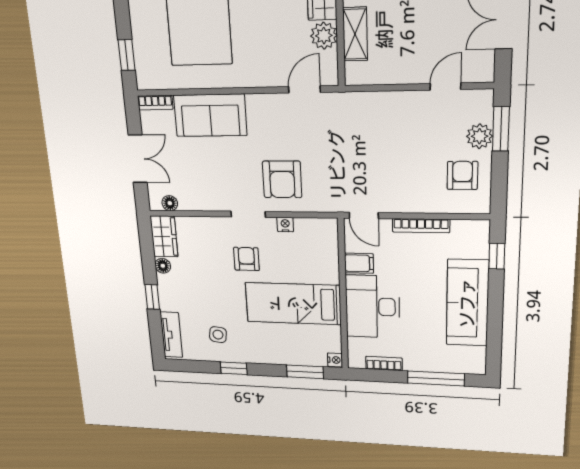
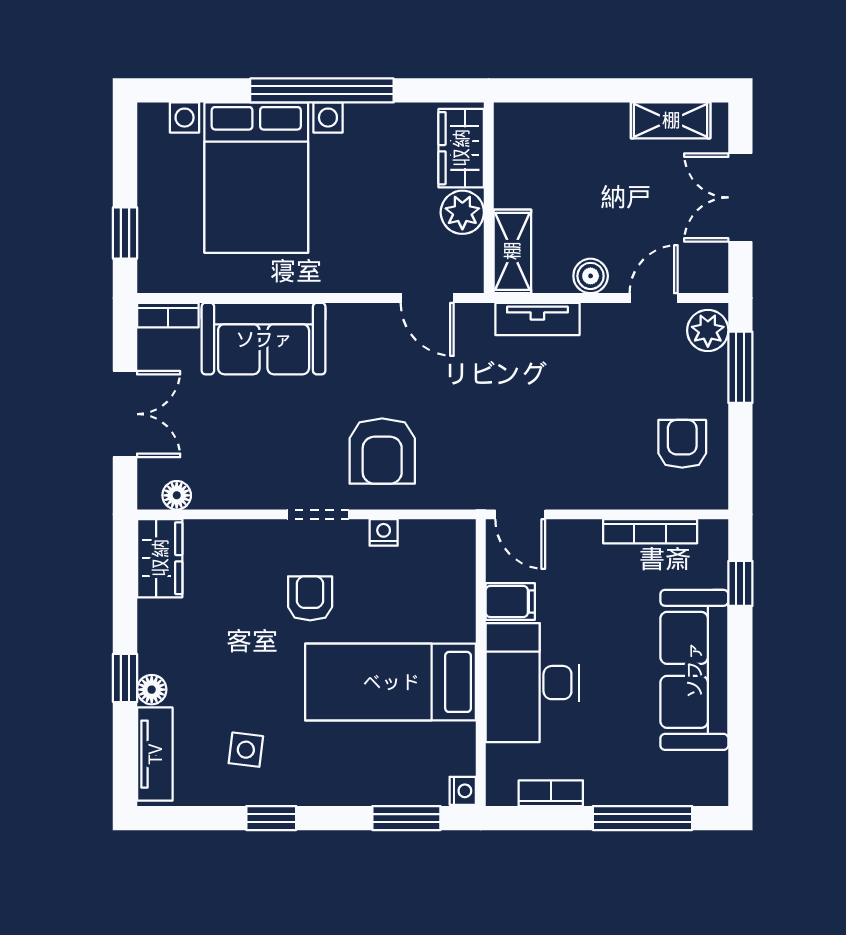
shelving: (355, 34) -> (512, 251), moved
boiler: (405, 74) -> (591, 276), added
door: (304, 90) -> (427, 298), swing flipped
tv unit: (372, 101) -> (537, 319), added
plant: (480, 136) -> (708, 330), moved
bookcase: (421, 226) -> (650, 531), moved
floor lamp: (163, 266) -> (152, 690), moved

